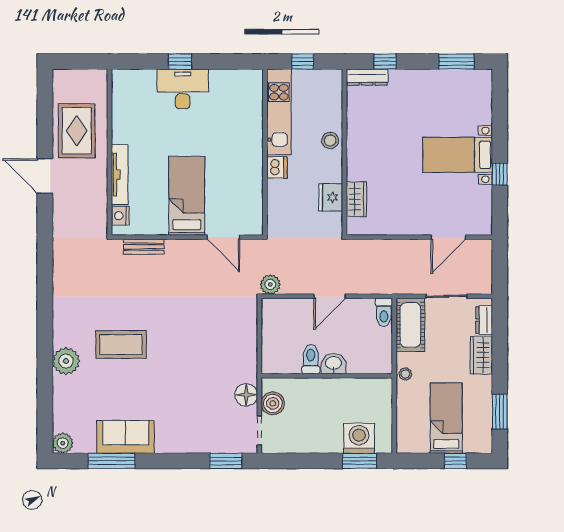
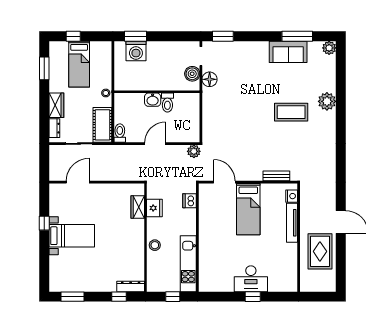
dishwasher: (277, 167) -> (190, 201), moved

